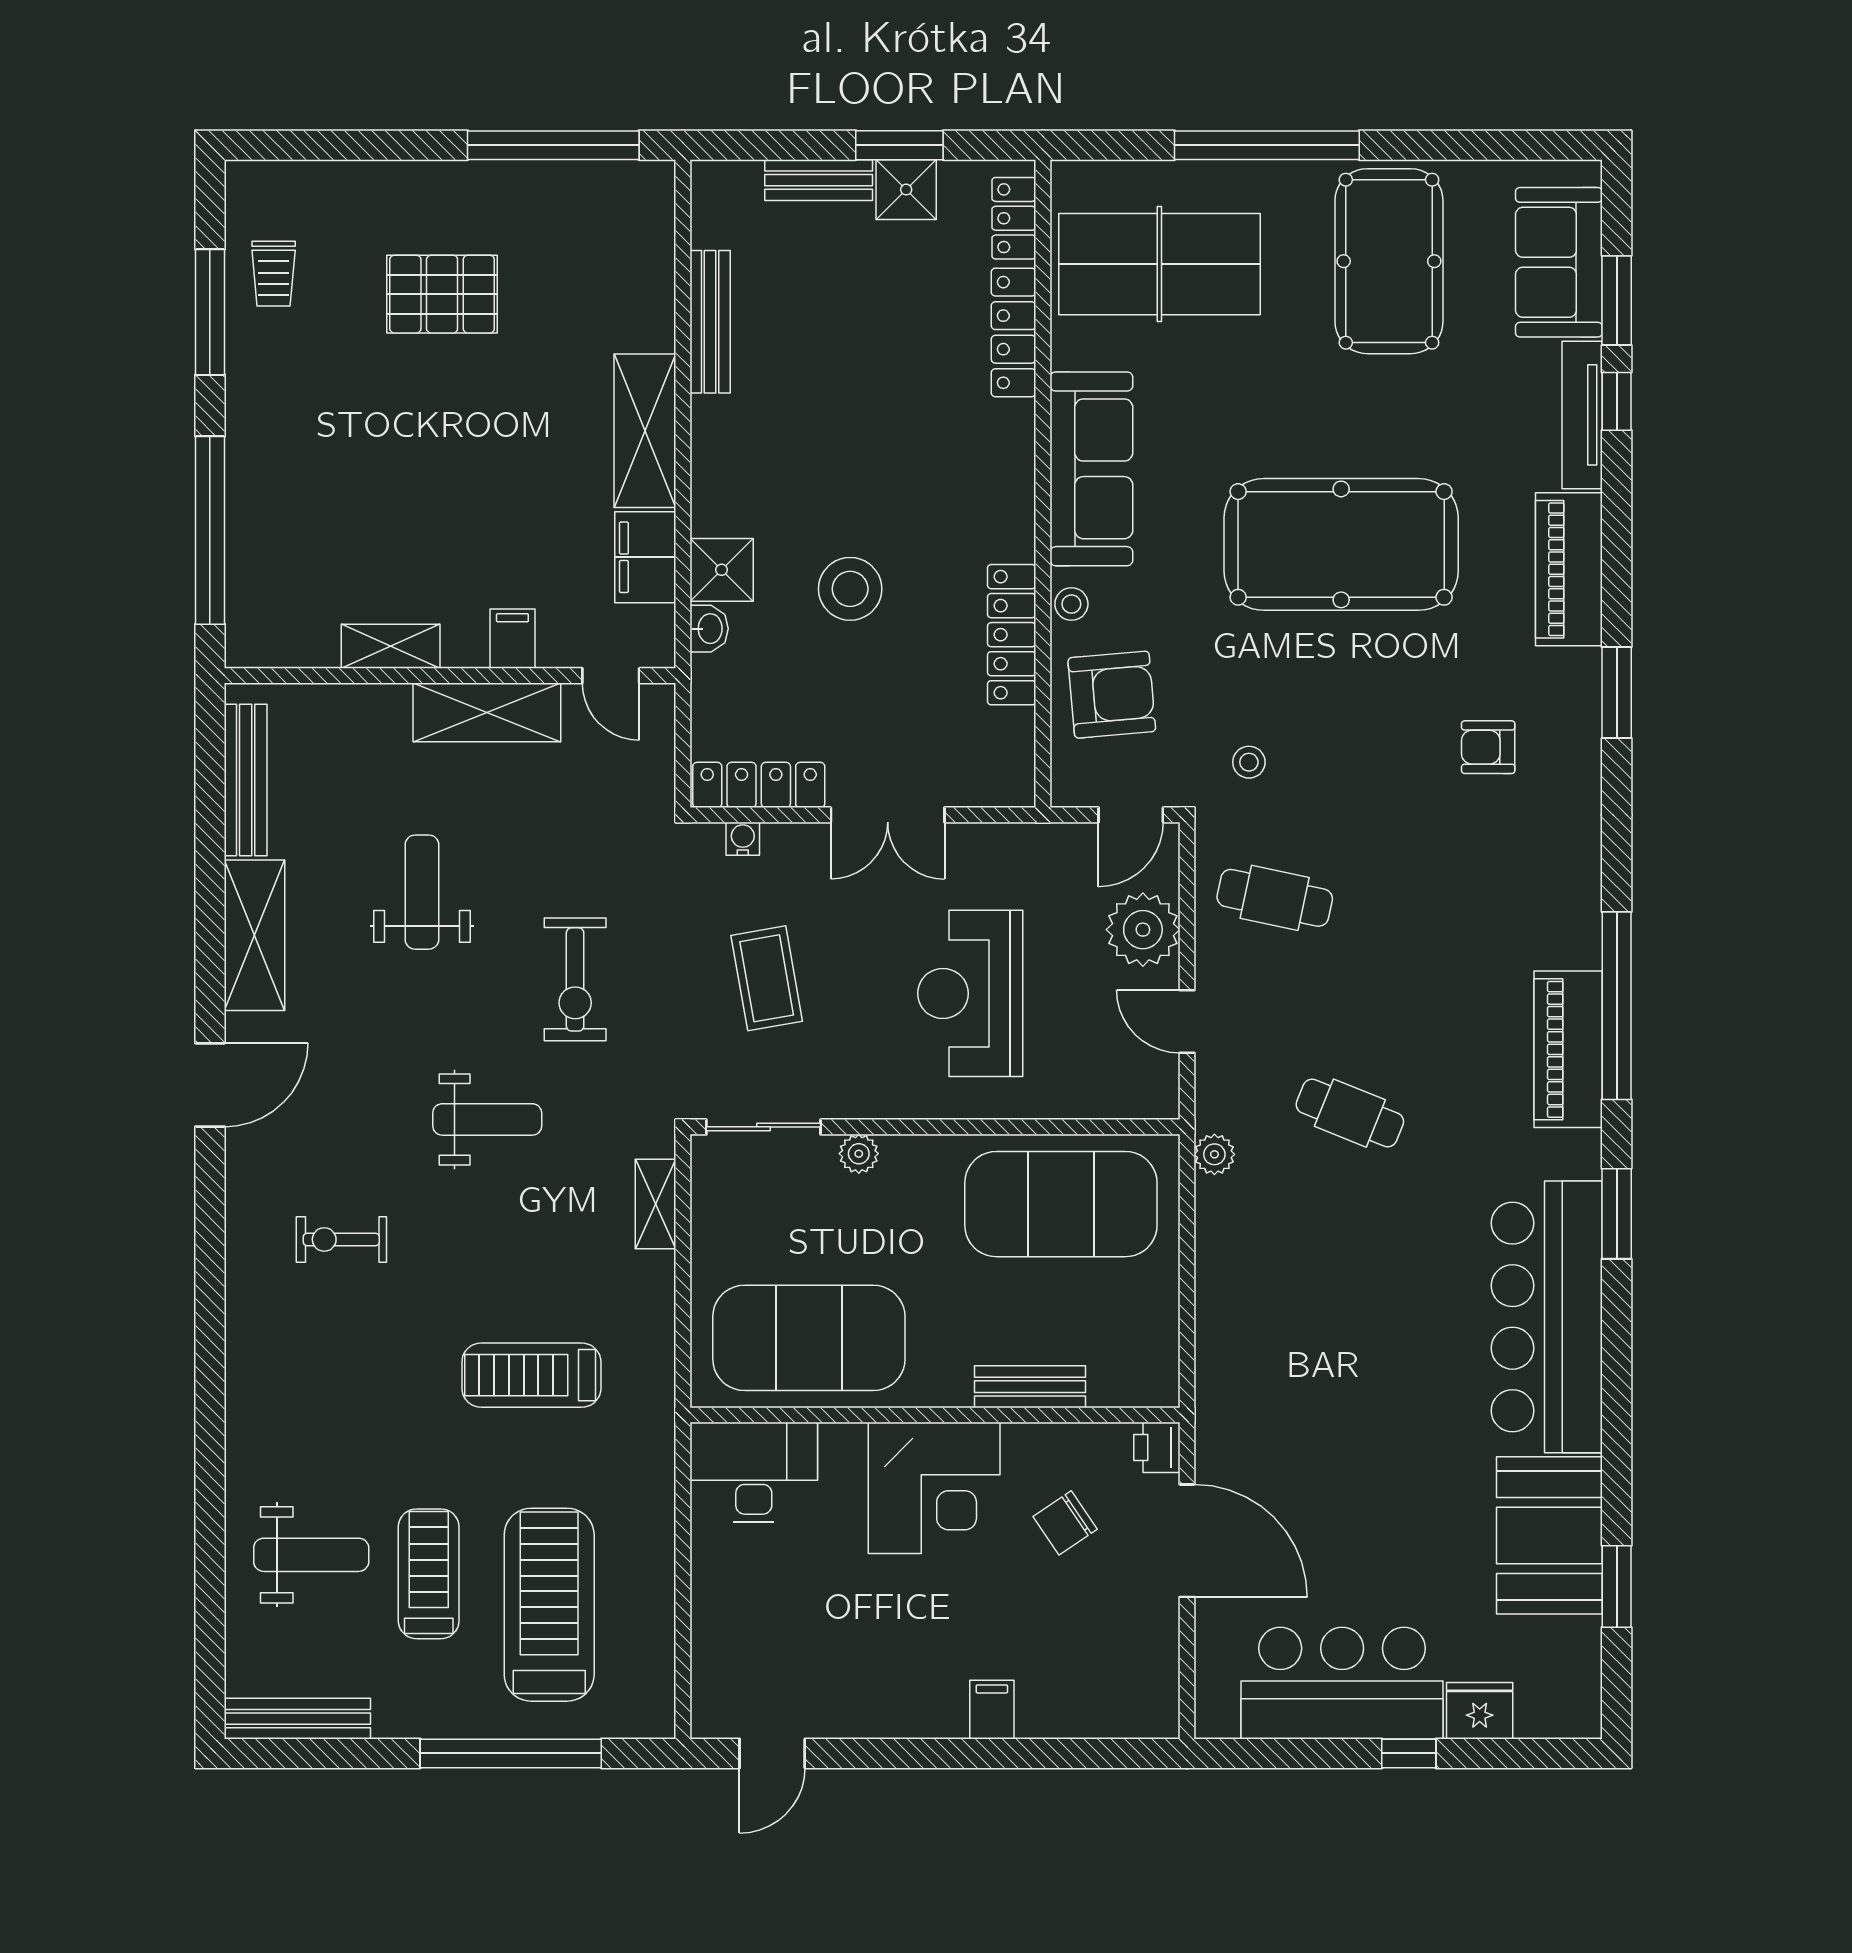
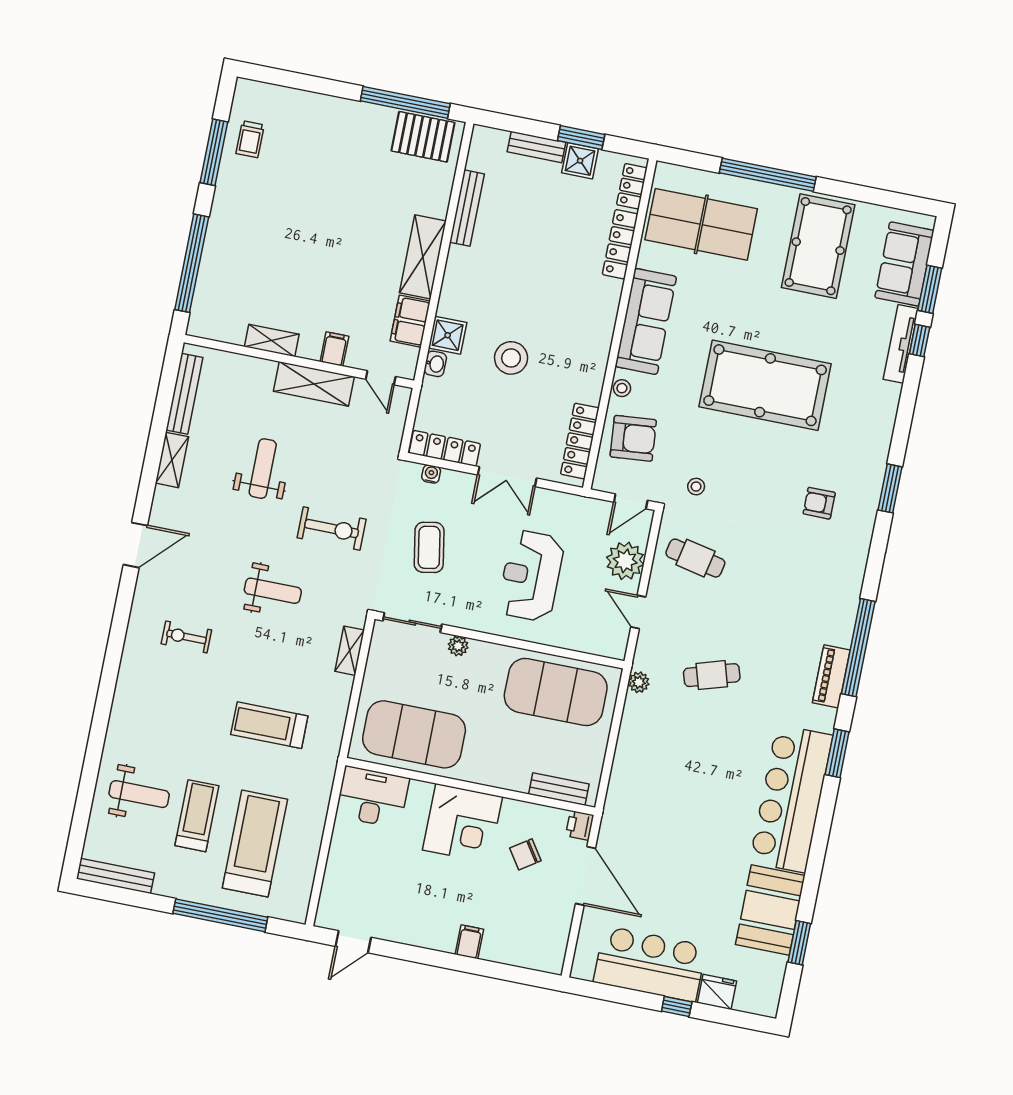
pallet: (442, 294) -> (423, 137), moved
piano: (1569, 569) -> (878, 421), removed
locker: (1012, 635) -> (580, 441), moved
shelving: (255, 935) -> (172, 460), width x0.67, depth x0.75
exercise bike: (575, 979) -> (332, 528), turned -90
piano: (1568, 1049) -> (831, 676), width x0.73, depth x0.75
cafe table: (1350, 1113) -> (712, 675), turned -39
bench: (1030, 1387) -> (559, 789), moved

